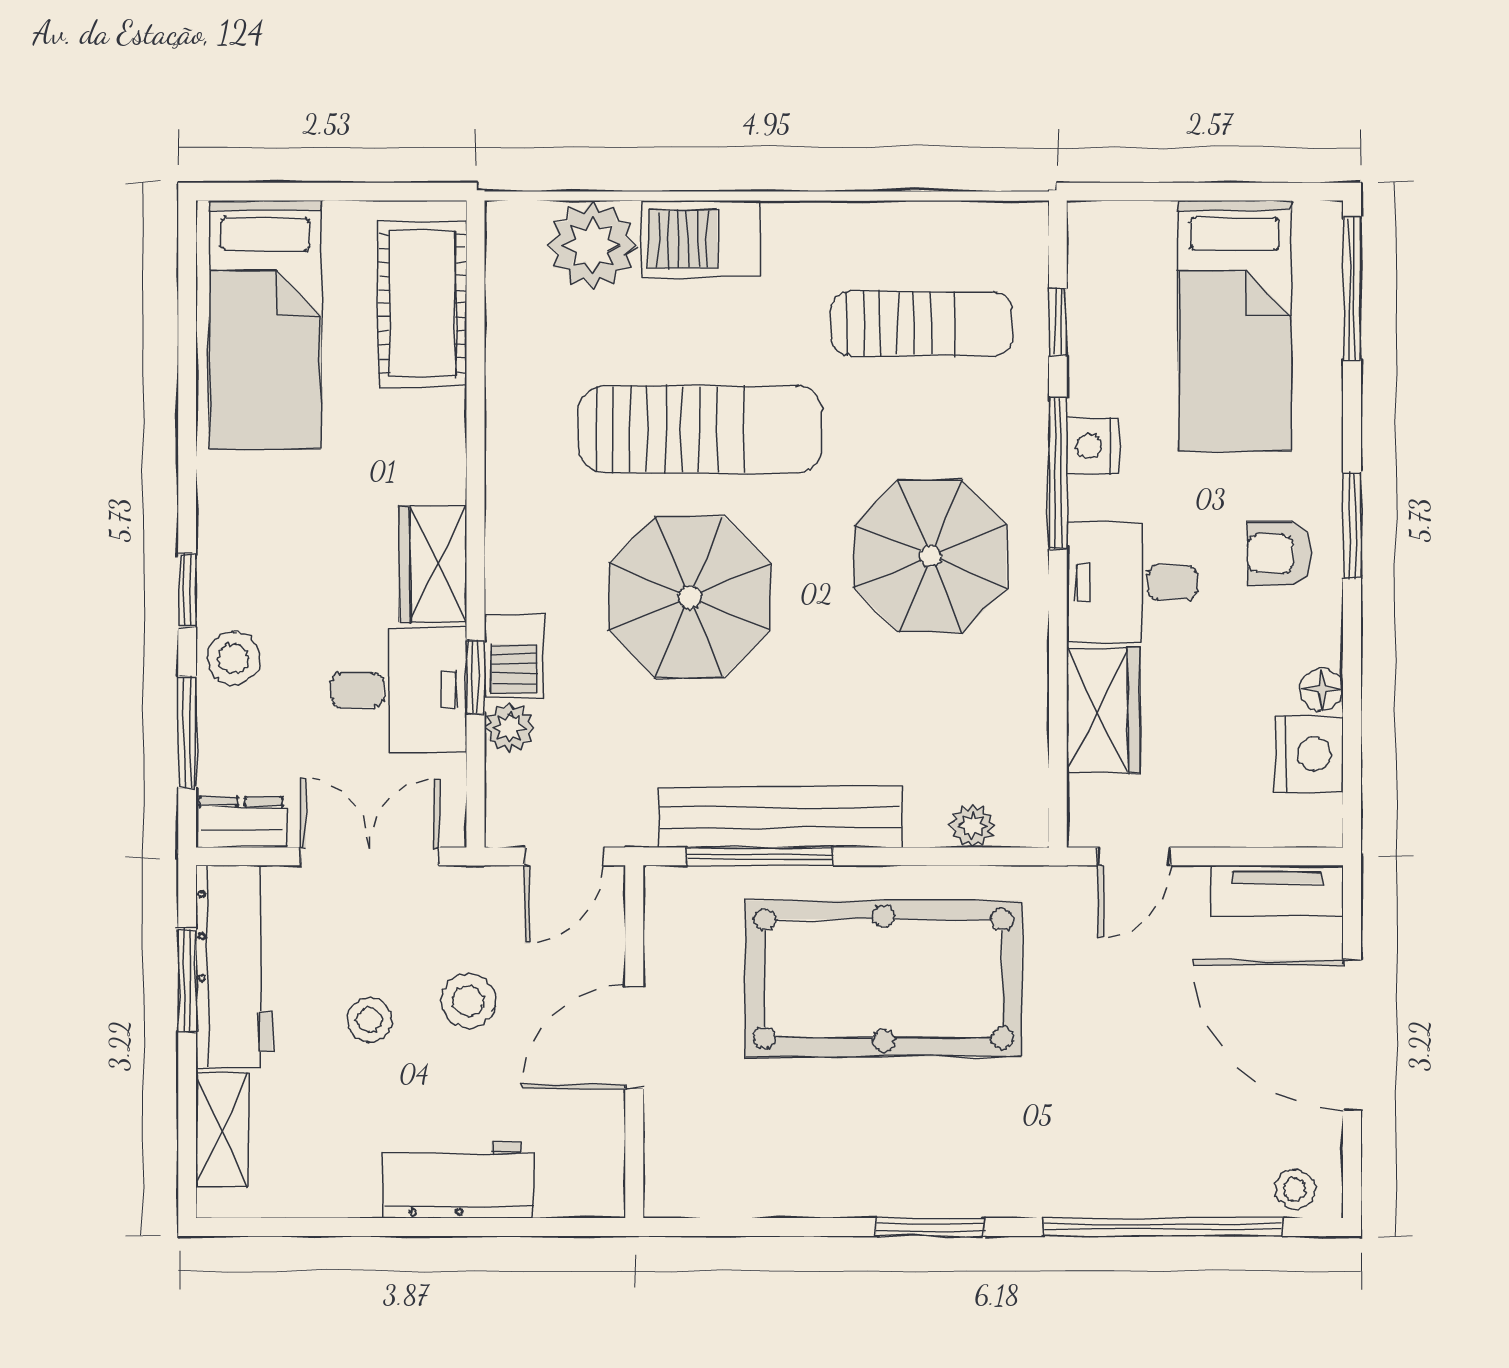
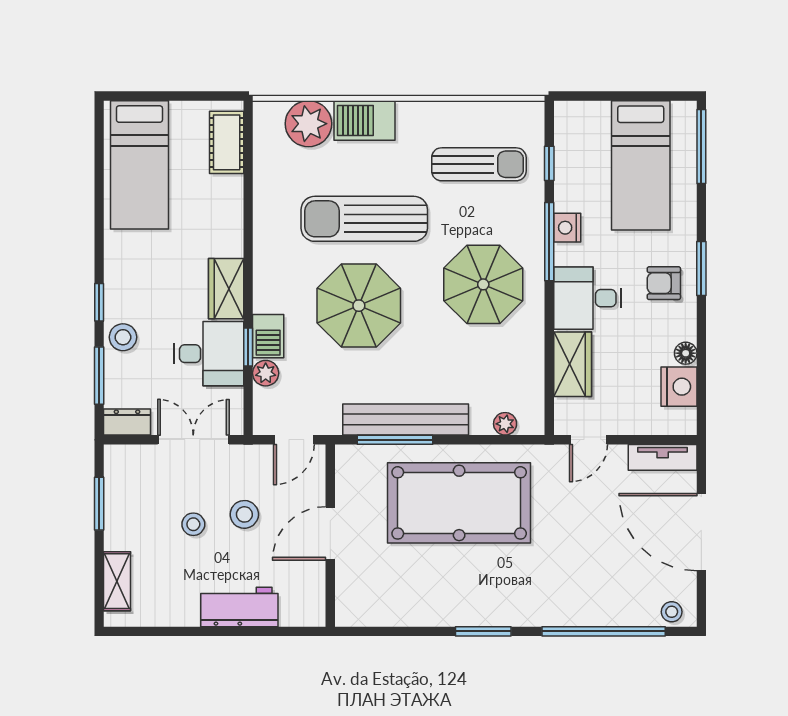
cot: (423, 304) -> (227, 142), width x0.73, depth x0.75
sun lounger: (700, 429) -> (364, 219), turned 180
workbench: (234, 967) -> (123, 497), removed

